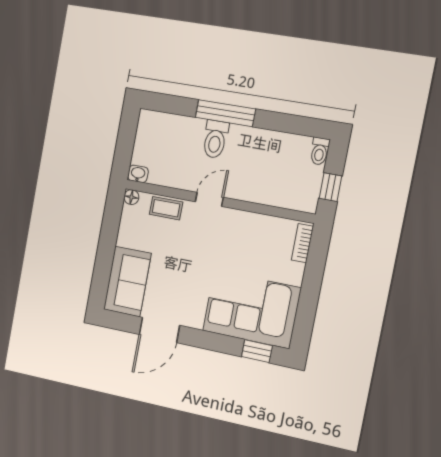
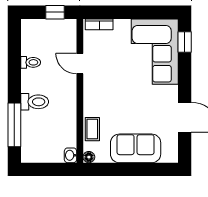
window: (225, 113) -> (14, 125), moved
toilet: (320, 151) -> (31, 62), moved
door: (209, 199) -> (80, 64), moved
sofa: (127, 281) -> (136, 148), moved

